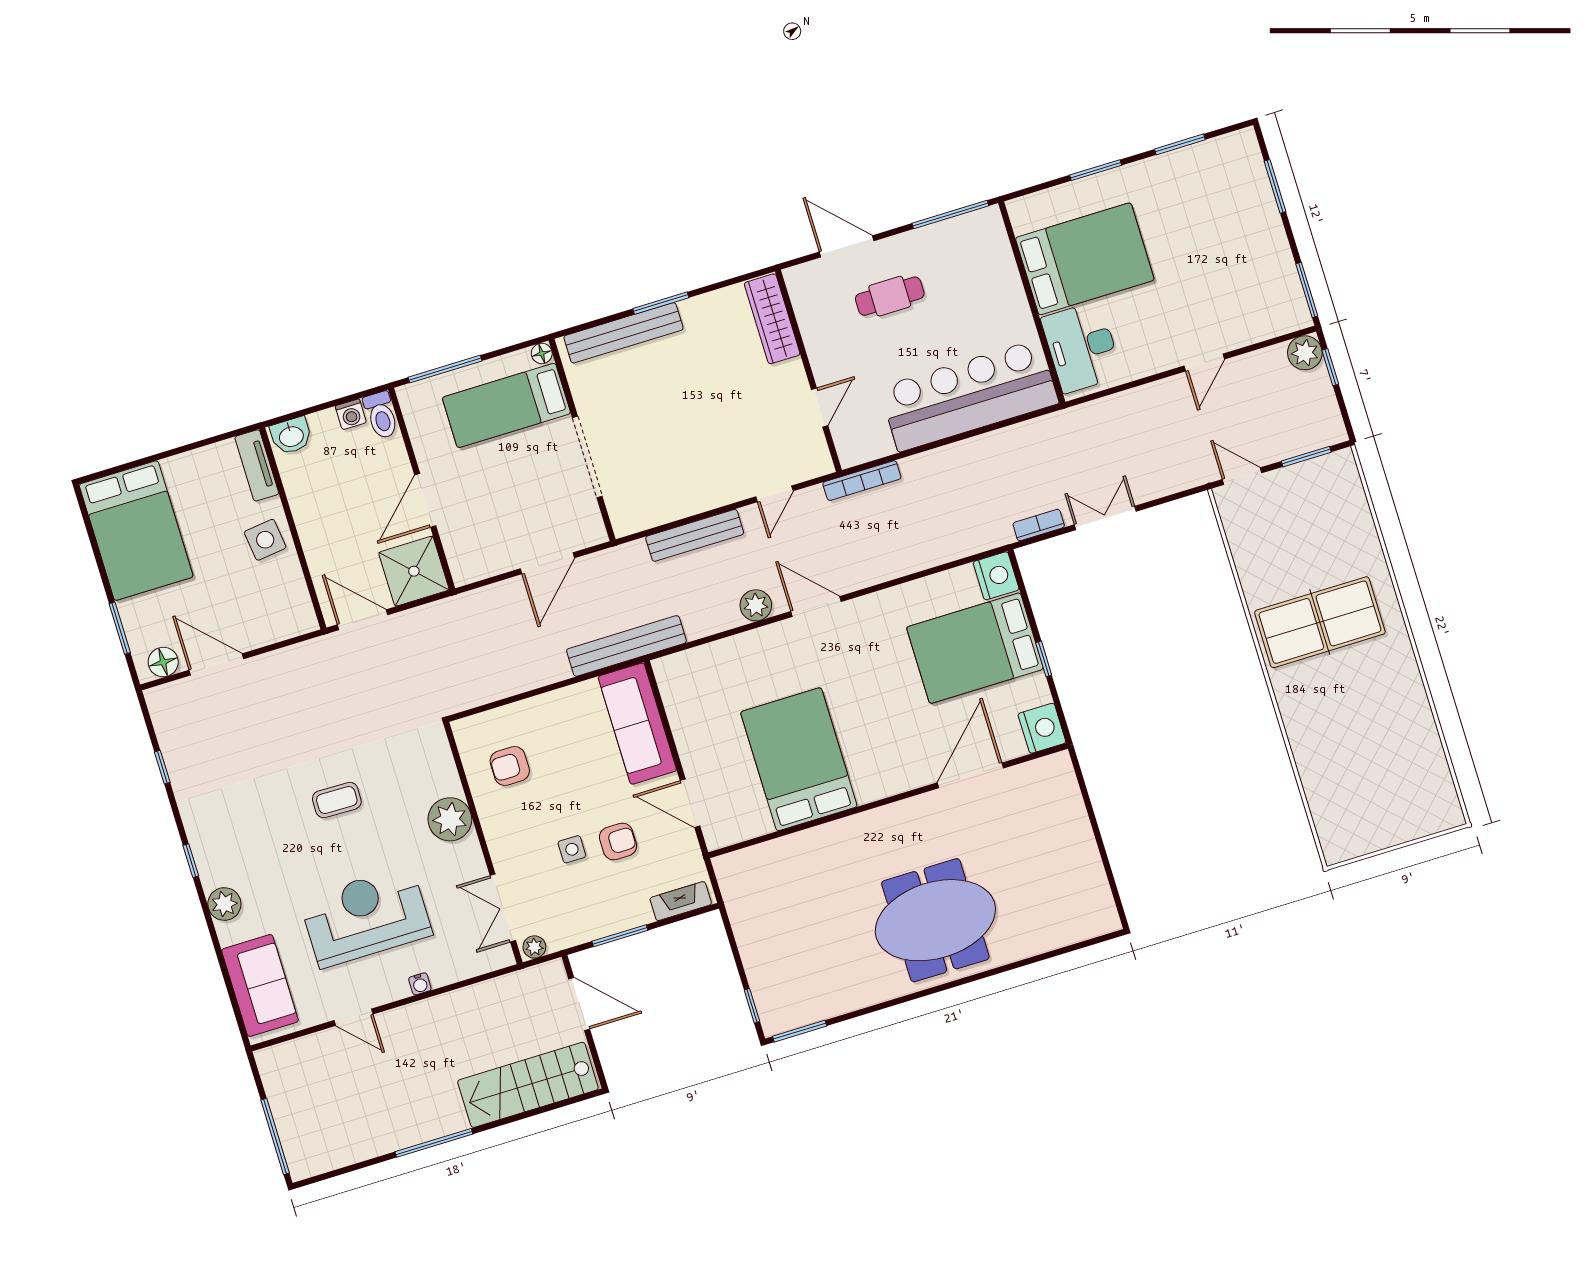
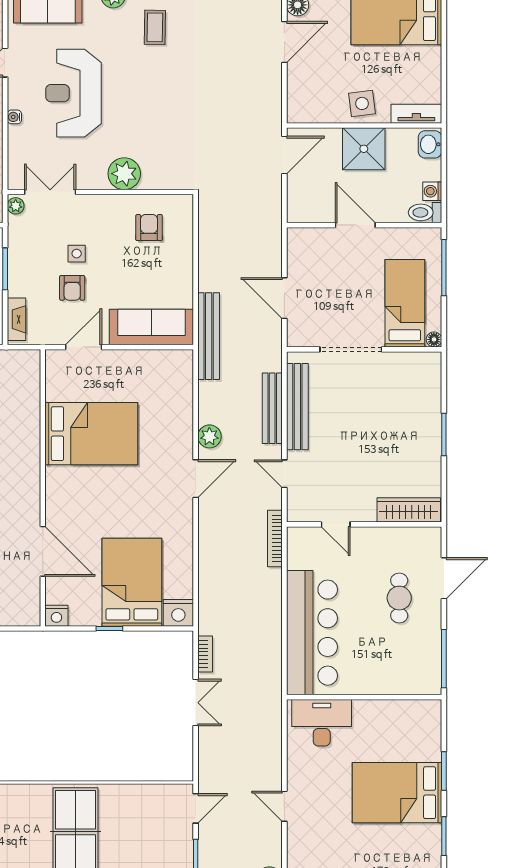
bed: (1085, 259) -> (397, 793), moved, turned 90
bench: (623, 333) -> (297, 407), moved
shower: (414, 571) -> (364, 149), moved
nightstand: (1042, 728) -> (56, 616), width x0.74, depth x0.75
coffee table: (337, 800) -> (155, 27), moved
reception desk: (366, 917) -> (73, 93), turned 180

